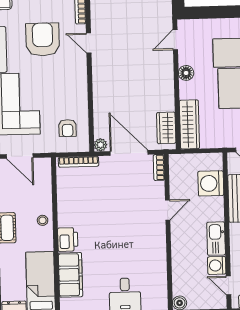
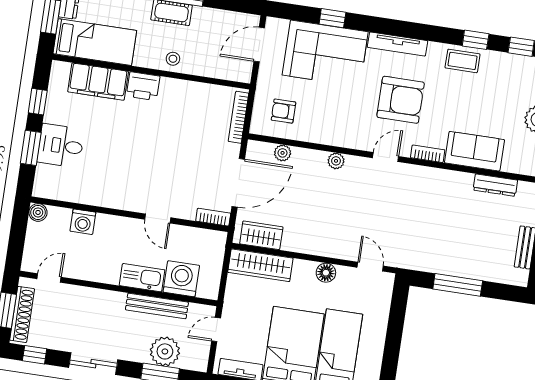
plant: (99, 81) -> (336, 161), added
plant: (100, 145) -> (283, 153), moved
kitchen sink: (216, 239) -> (142, 278), moved
washing machine: (217, 265) -> (83, 222), moved, turned 180

